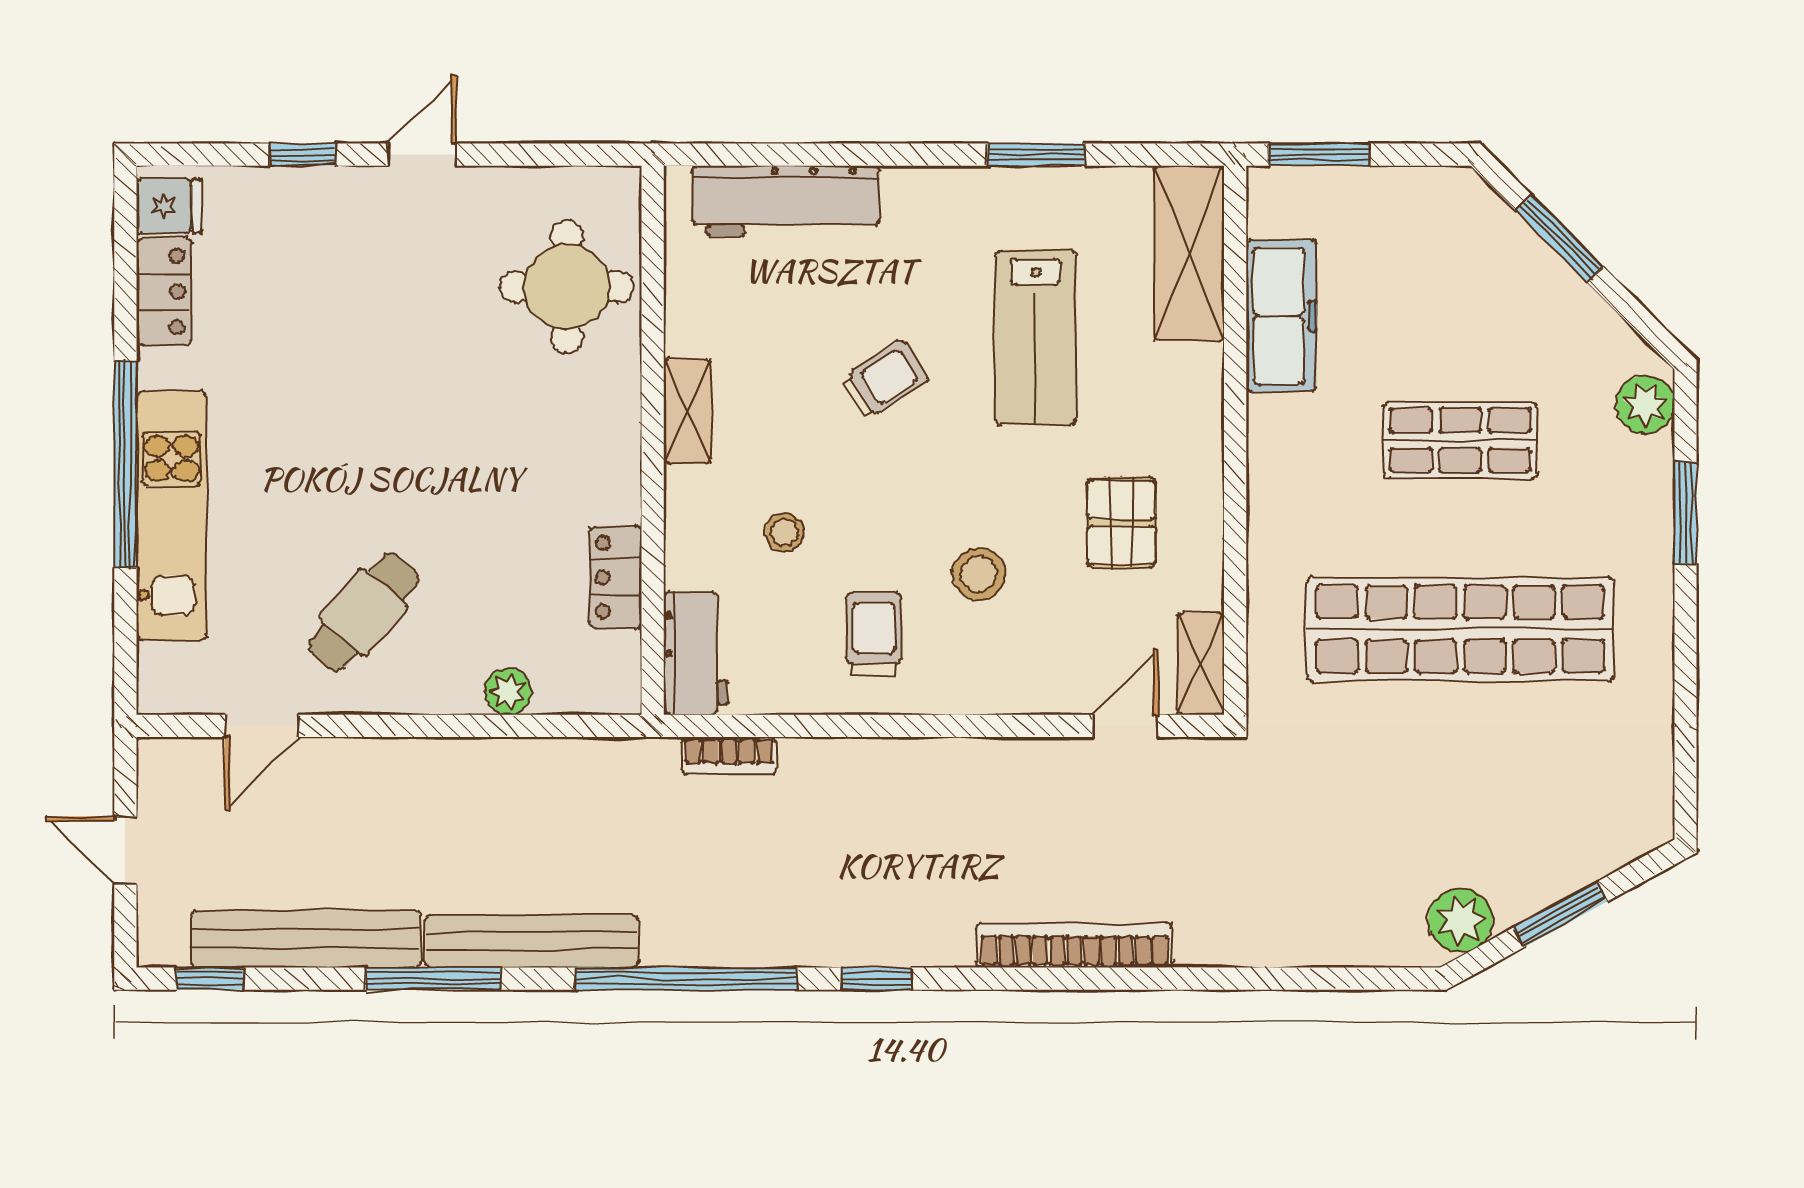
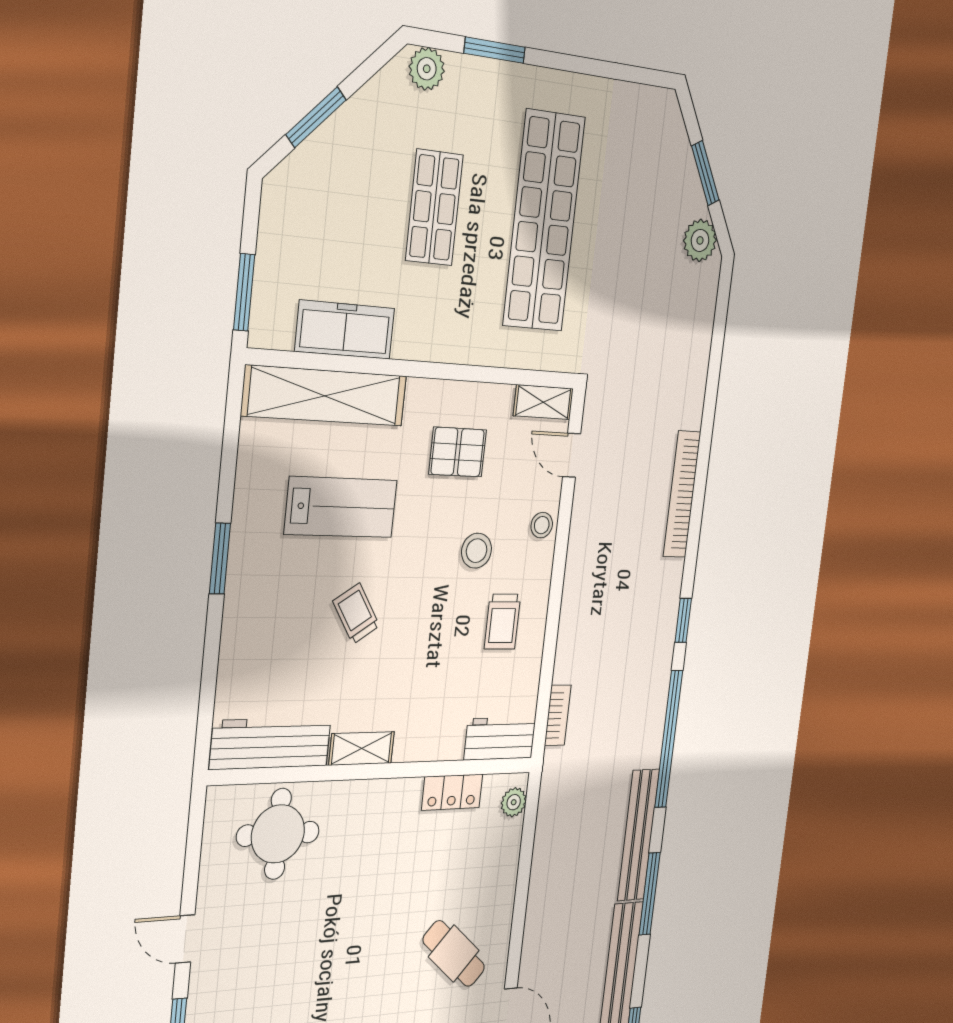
window: (1036, 155) -> (220, 559), moved
workbench: (786, 201) -> (271, 743), moved, turned -90
shelving: (1189, 253) -> (325, 396), width x1.47
stool: (785, 533) -> (542, 525), moved
trolley: (873, 634) -> (502, 622), turned -90
plant: (508, 692) -> (514, 802), moved

